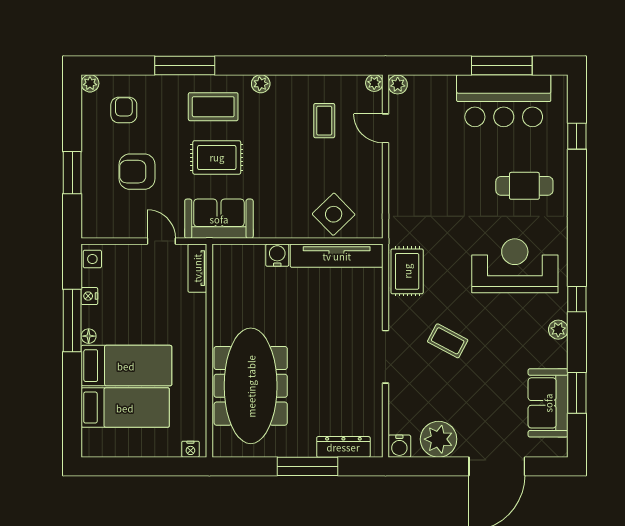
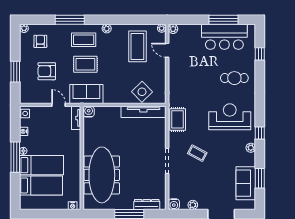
coffee table: (324, 121) -> (137, 46), width x1.86, depth x1.72
water cooler: (277, 255) -> (89, 112), moved
window: (72, 320) -> (15, 157), moved
plant: (439, 439) -> (193, 205), width x0.53, depth x0.53

